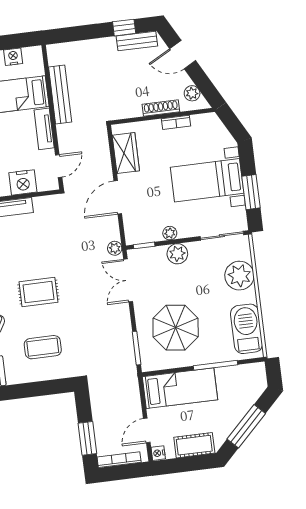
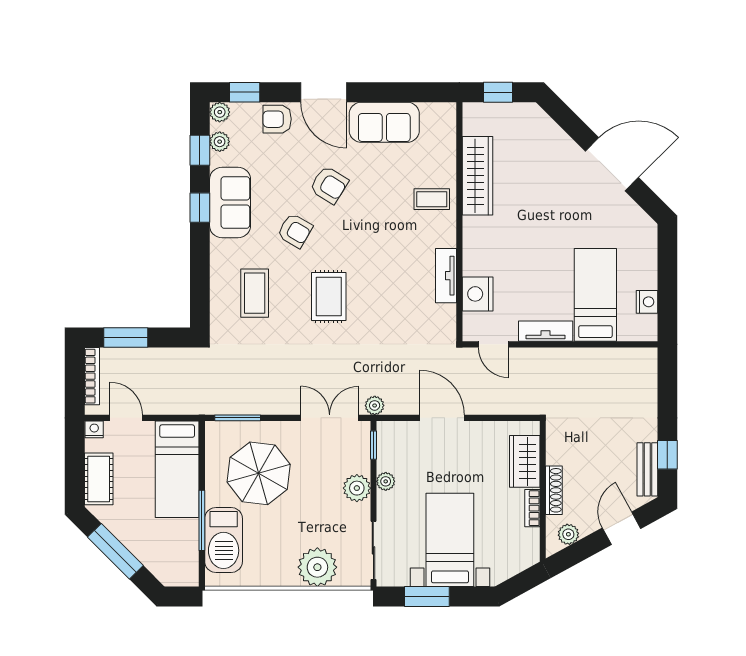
bench: (60, 94) -> (589, 358), removed
wardrobe: (126, 153) -> (525, 461), moved, turned 90
barbecue: (247, 329) -> (224, 540), moved, turned 90

